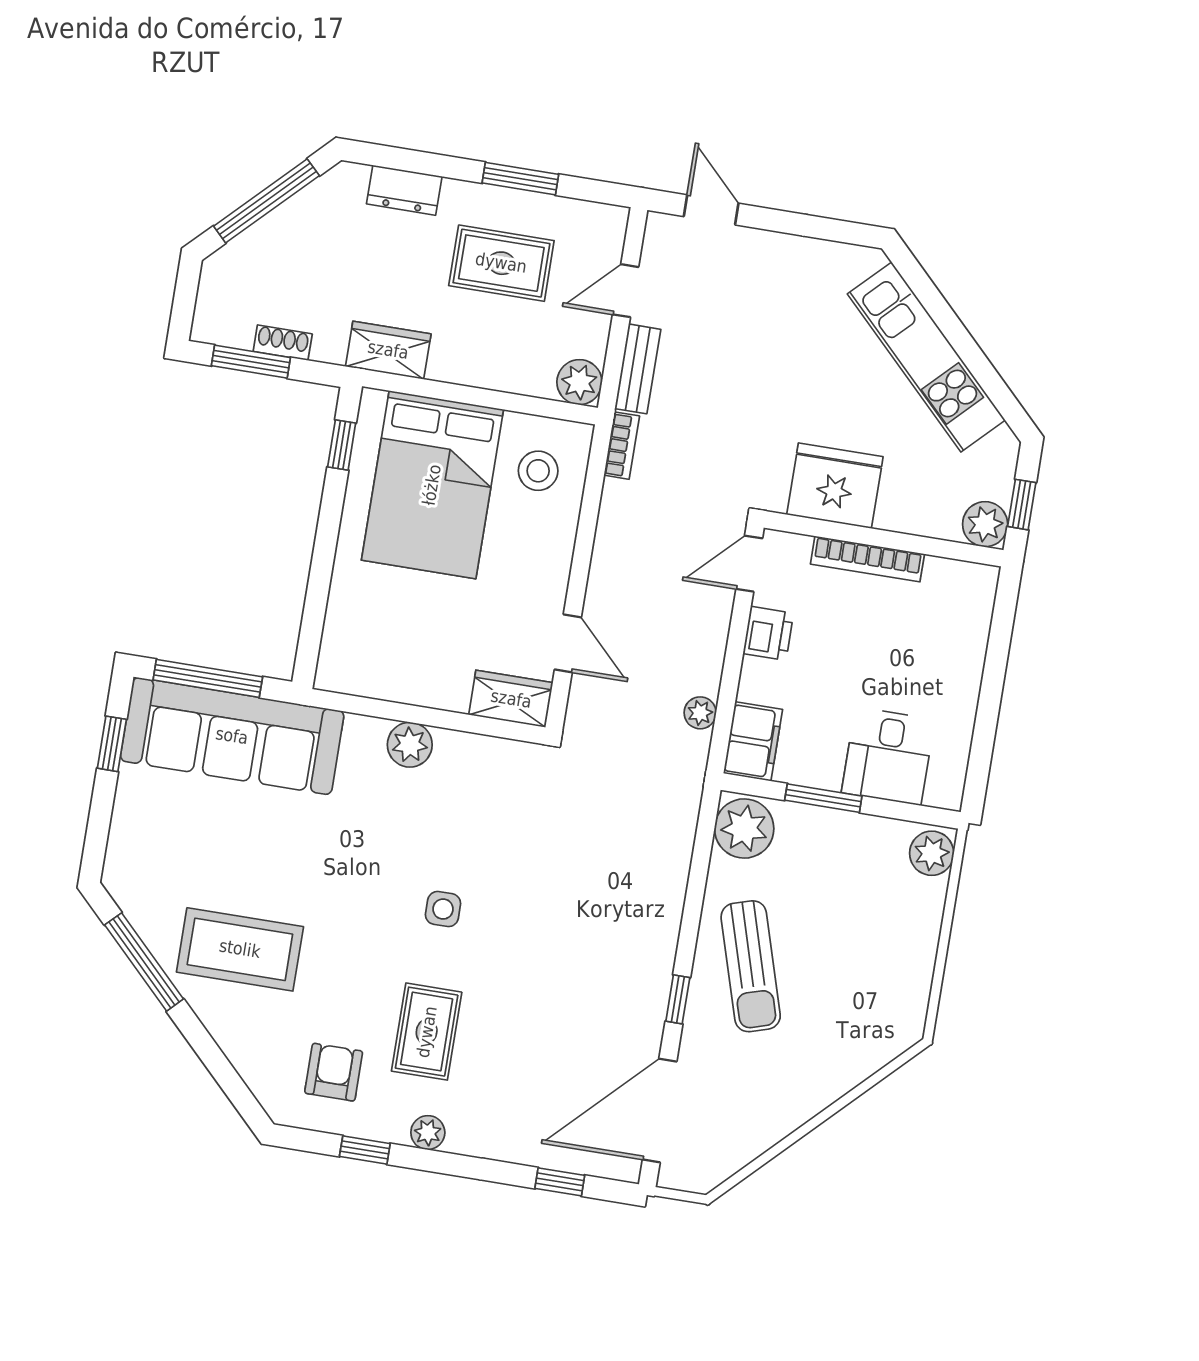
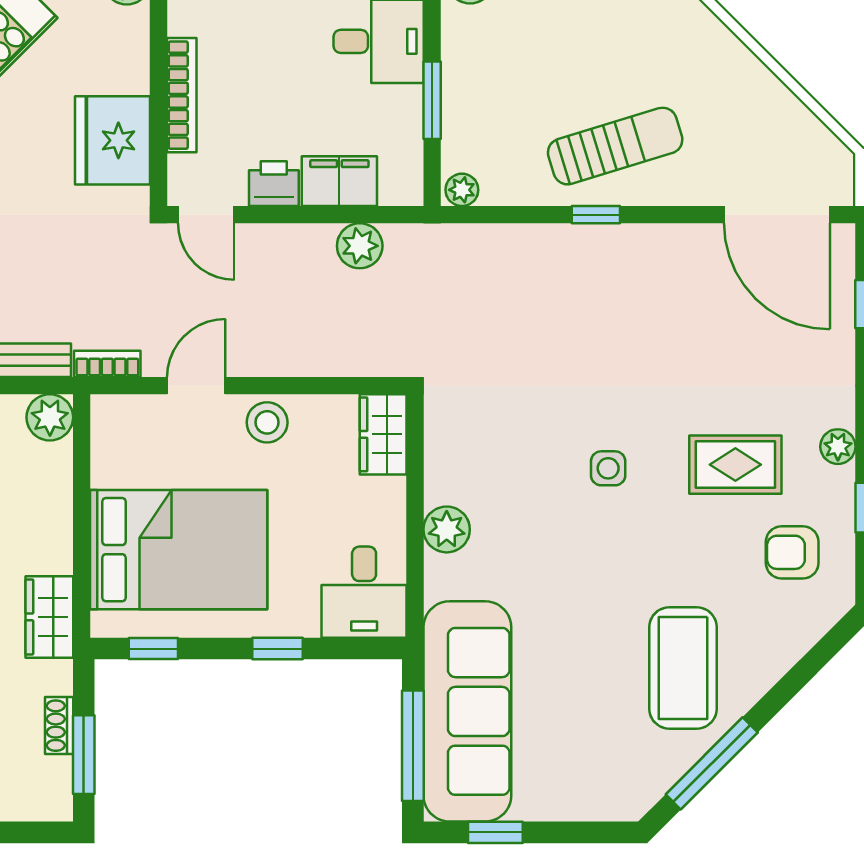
stool: (538, 471) -> (267, 422), moved
window: (322, 564) -> (278, 649), added
door: (568, 643) -> (196, 386), moved
desk: (363, 656) -> (364, 592), added
plant: (700, 713) -> (360, 246), width x1.38, depth x1.38
filing cabinet: (753, 741) -> (339, 181), moved
plant: (744, 828) -> (462, 190), width x0.53, depth x0.53
window: (678, 999) -> (596, 215), moved

